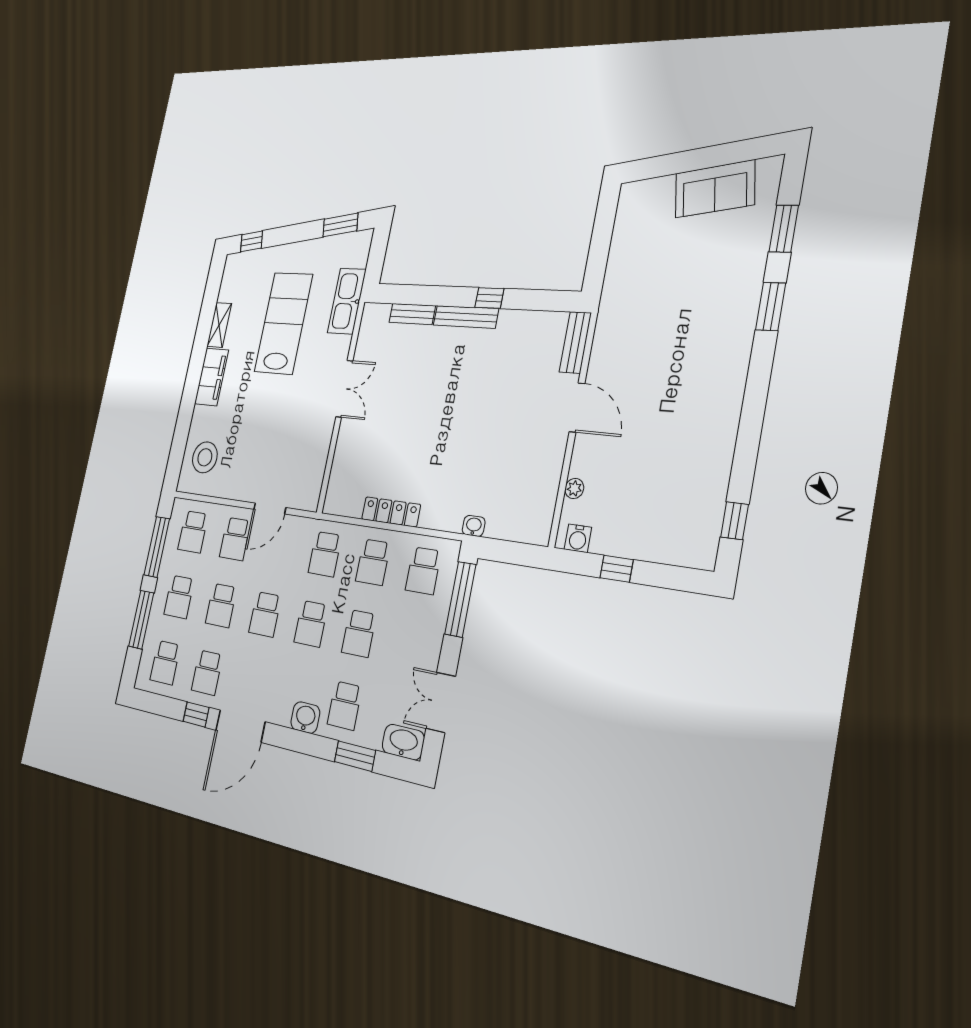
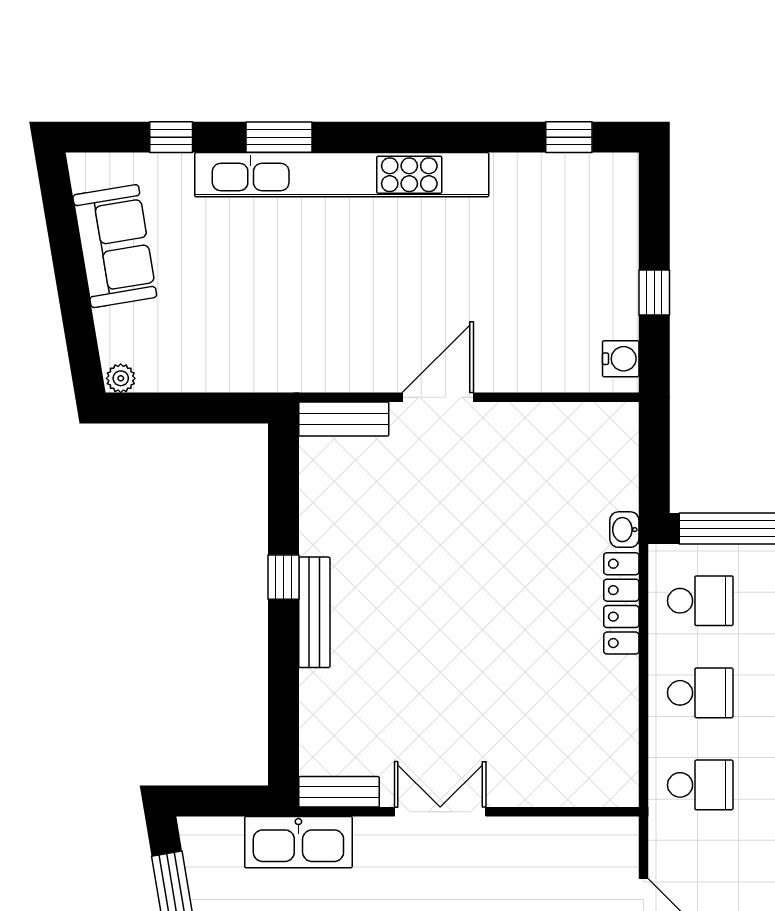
window: (784, 229) -> (171, 137), width x0.67
bench: (412, 314) -> (339, 792), moved, turned 90
kitchen unit: (736, 351) -> (342, 175), added
plant: (574, 488) -> (121, 378), moved
locker: (391, 512) -> (621, 603), moved

